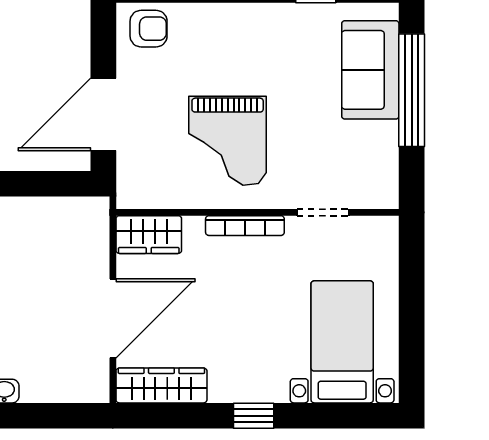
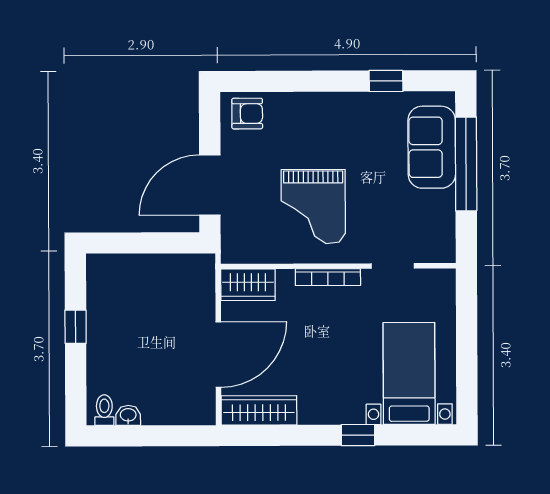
window: (254, 416) -> (358, 435), moved

